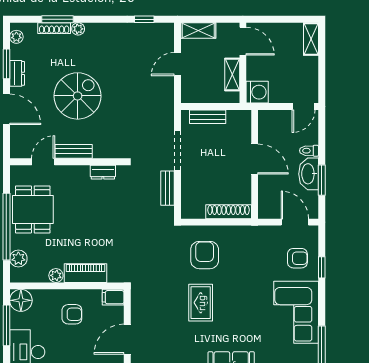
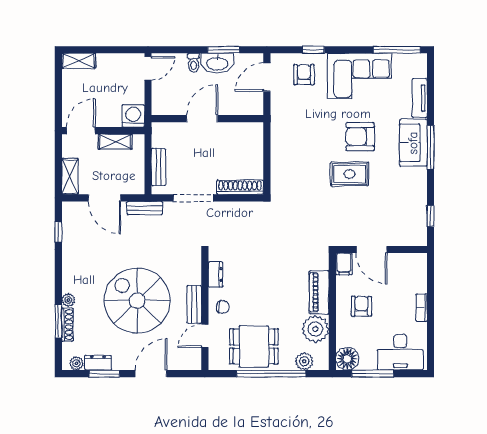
door: (177, 64) -> (104, 198), width x1.38
dresser: (17, 73) -> (98, 363), moved
spiral stairs: (78, 96) -> (137, 301), width x1.37, depth x1.37
door: (303, 106) -> (148, 68), hinge flipped
door: (43, 162) -> (205, 336), hinge flipped
chair: (71, 179) -> (223, 307), added
bench: (168, 188) -> (145, 208), moved
shoe rack: (229, 212) -> (240, 187), moved, turned 90
armchair: (205, 255) -> (360, 137), moved
plant: (56, 275) -> (315, 329), width x1.87, depth x1.87
door: (127, 339) -> (371, 250), moved

